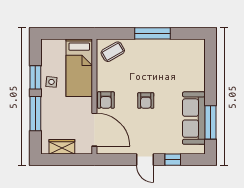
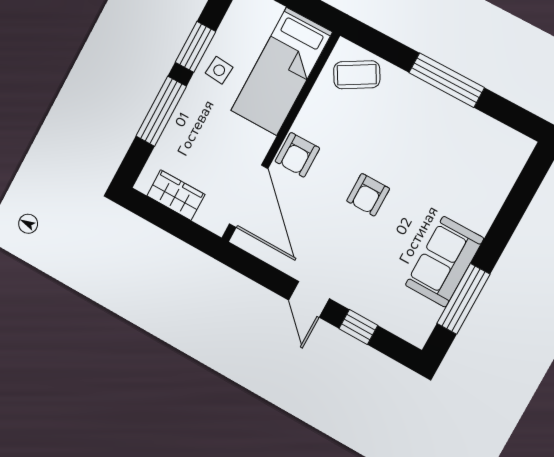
sofa: (194, 118) -> (444, 262), width x0.73

